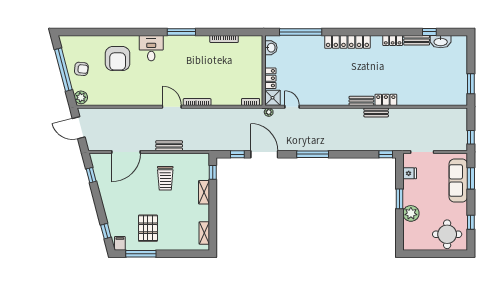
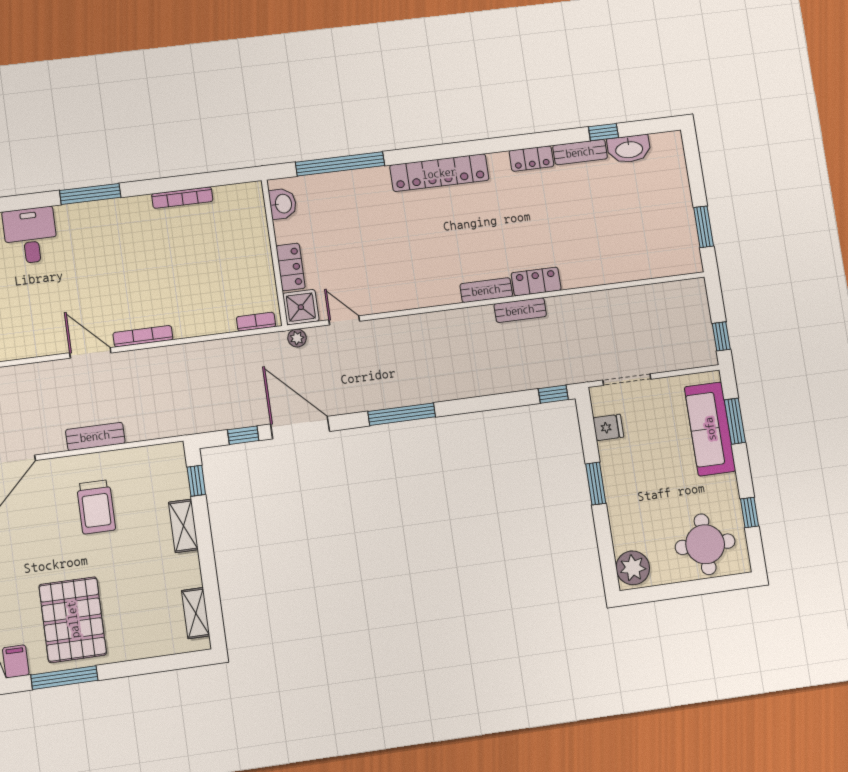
plant: (411, 213) -> (633, 568), moved
pallet: (148, 228) -> (73, 620), width x1.37, depth x1.41

